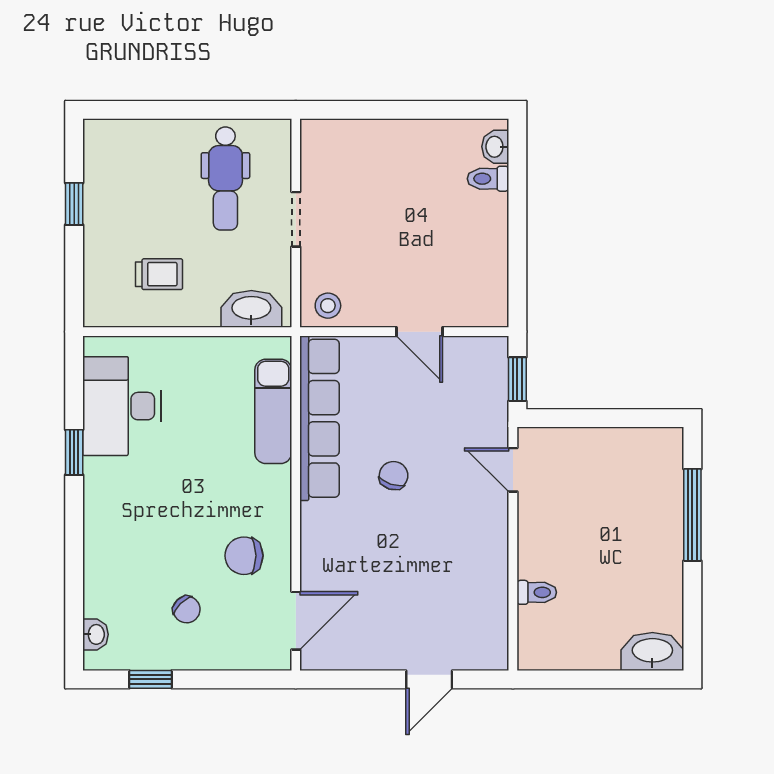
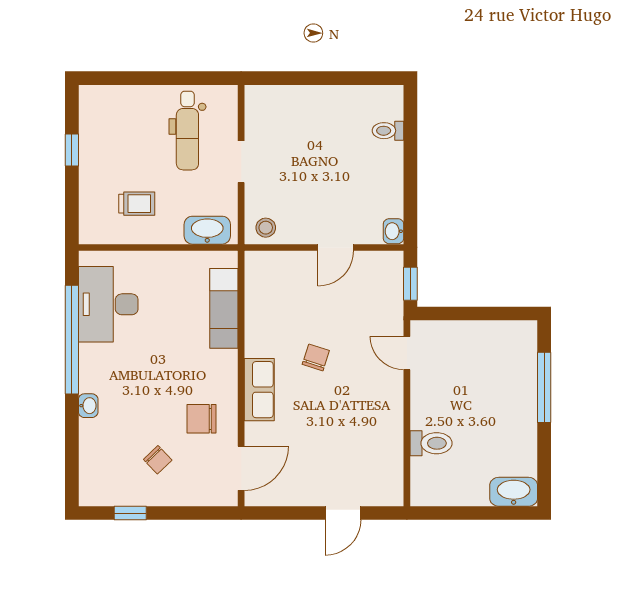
washbasin: (495, 147) -> (394, 231), moved
door: (419, 332) -> (336, 247), hinge flipped
row of seats: (319, 418) -> (259, 390), moved, width x0.50
window: (74, 452) -> (72, 340), width x3.17
toilet: (537, 592) -> (431, 443), width x1.37, depth x1.39
washbasin: (96, 634) -> (88, 406), moved

